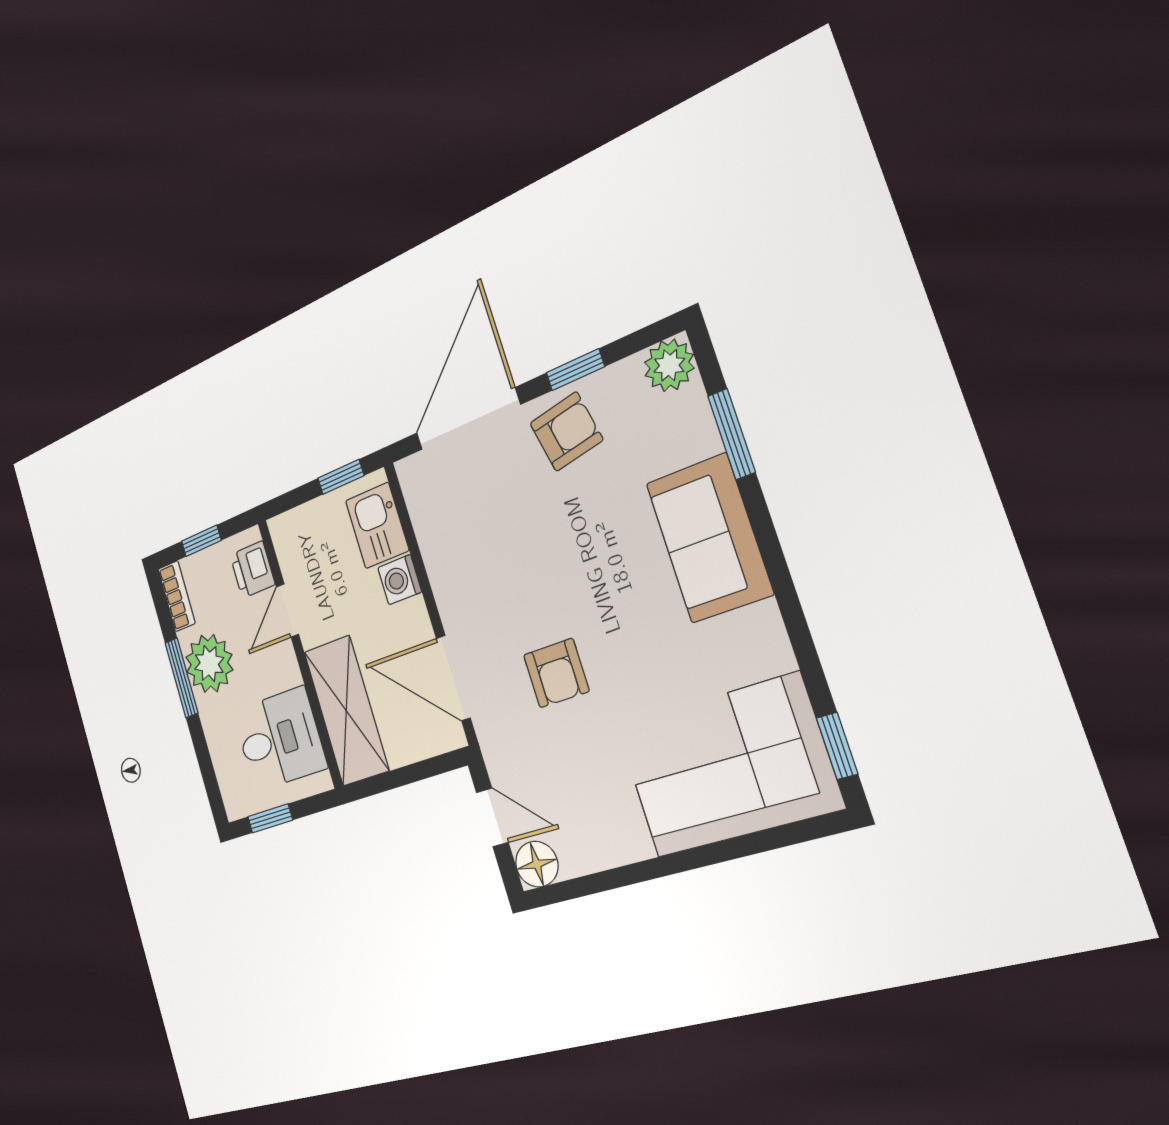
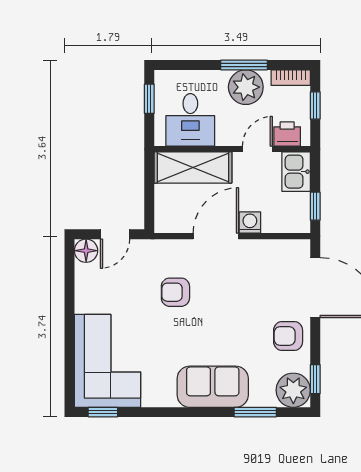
plant: (669, 365) -> (293, 390), width x1.36, depth x1.36
window: (575, 370) -> (315, 379), moved
armchair: (566, 432) -> (288, 336), turned 101
kitchen sink: (377, 525) -> (296, 172), moved, turned -90
door: (288, 611) -> (257, 149), hinge flipped
door: (453, 678) -> (216, 236), moved

